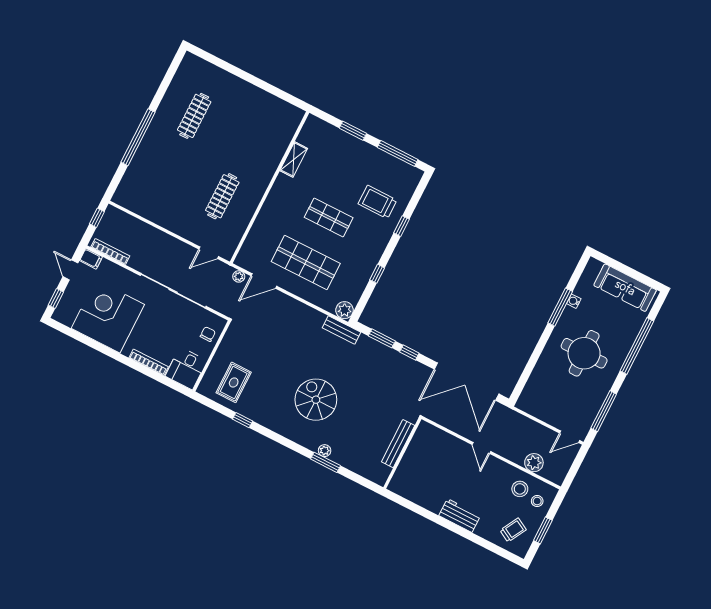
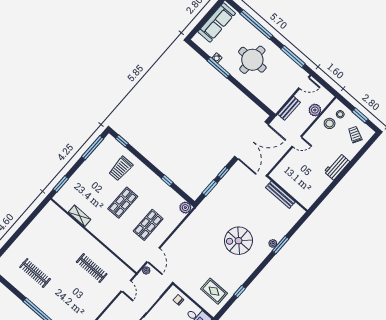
window: (353, 131) -> (61, 184), moved
window: (401, 226) -> (122, 141), moved
shop shelf: (306, 262) -> (148, 225), width x0.70, depth x0.74
bench: (342, 330) -> (289, 108), moved
door: (570, 437) -> (304, 83), hinge flipped

